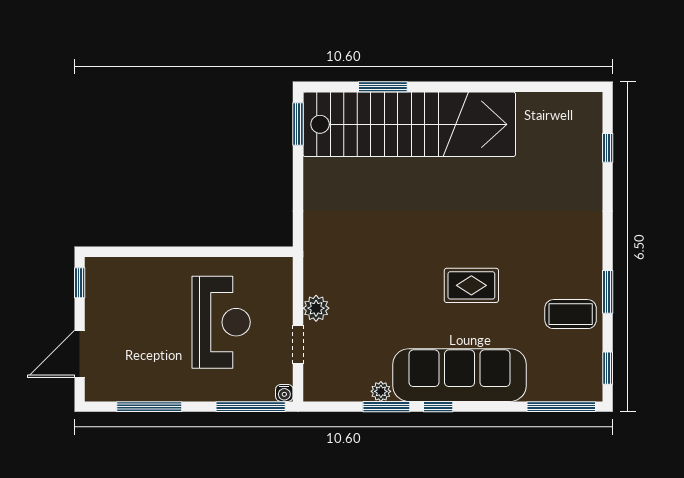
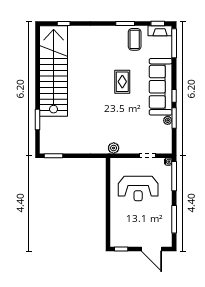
stairs: (409, 124) -> (54, 71), moved
plant: (316, 308) -> (114, 148), moved
reception desk: (221, 322) -> (138, 189), turned 180
fireplace: (591, 374) -> (160, 31), added

